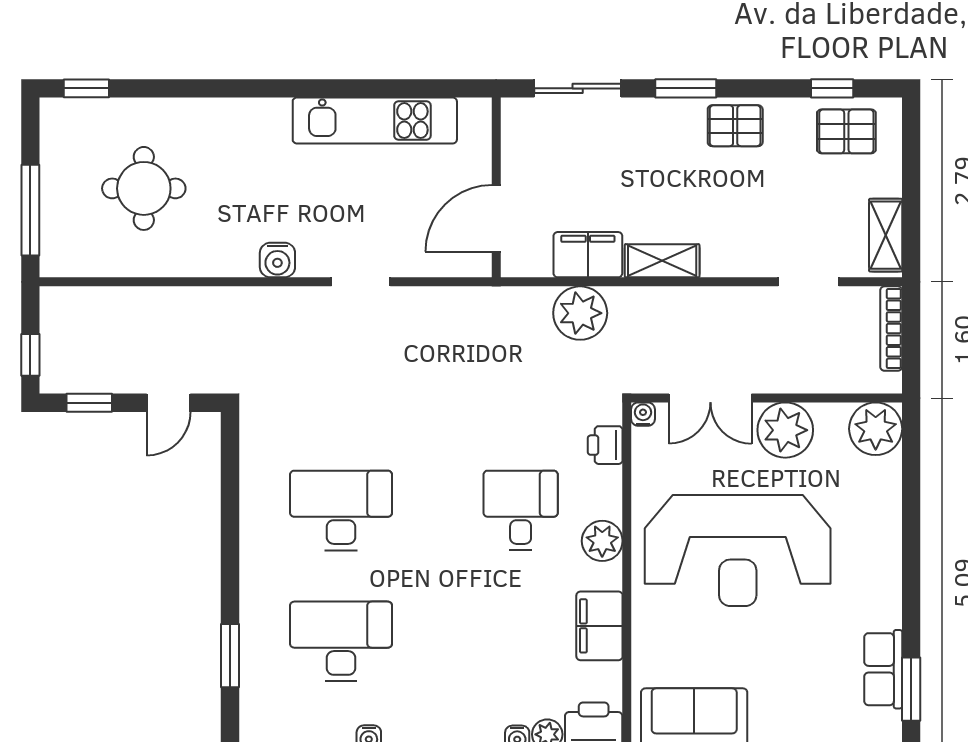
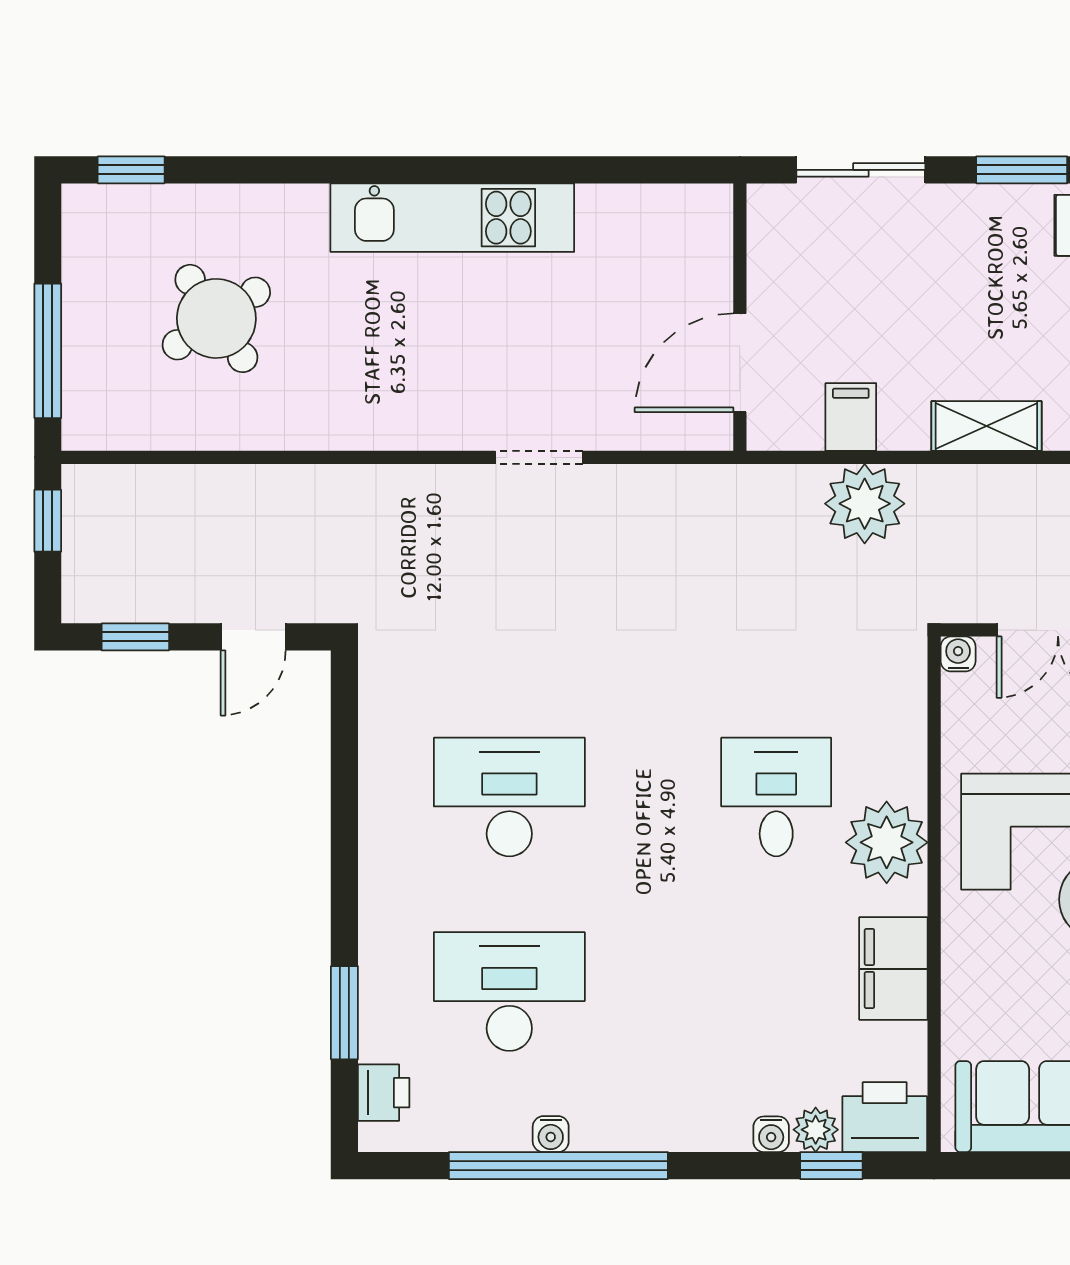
kitchen unit: (375, 121) -> (452, 218), moved
round table: (144, 188) -> (216, 318), turned -34
filing cabinet: (588, 255) -> (851, 417), width x0.50
water cooler: (277, 260) -> (415, 425), removed
window: (30, 355) -> (48, 521), moved
printer: (605, 445) -> (384, 1093), moved, turned 180
plant: (602, 541) -> (887, 842), width x1.36, depth x1.36

